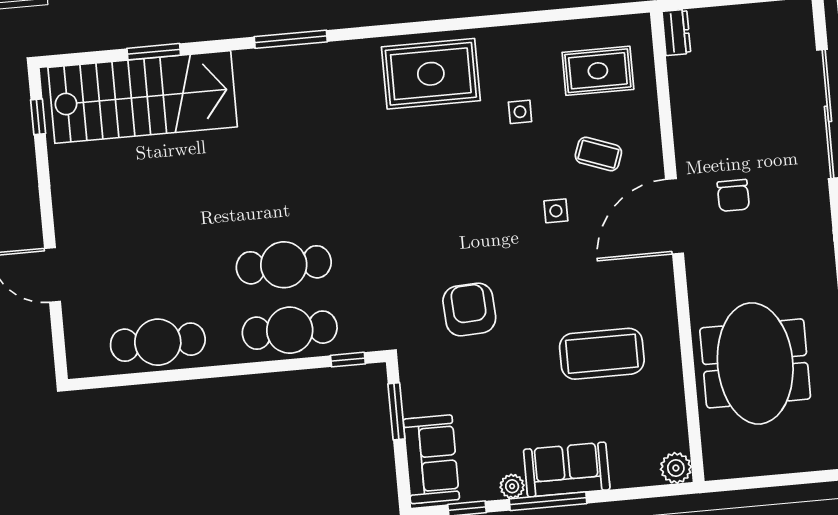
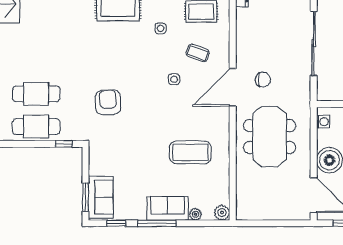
chair: (733, 195) -> (263, 80), turned -90
armchair: (469, 309) -> (108, 102), moved
meeting table: (755, 363) -> (270, 137), moved
window: (396, 411) -> (86, 197), moved
plant: (512, 486) -> (196, 214), moved

